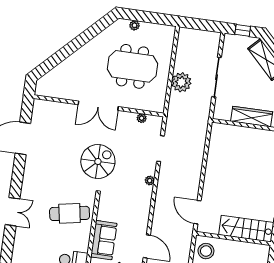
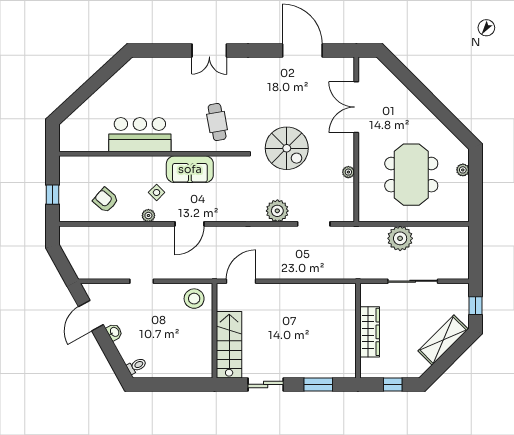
double door: (98, 106) -> (356, 107), moved
plant: (142, 118) -> (348, 172), moved
plant: (150, 181) -> (277, 211), width x1.88, depth x1.88
cafe table: (70, 213) -> (217, 122), width x0.73, depth x0.74

